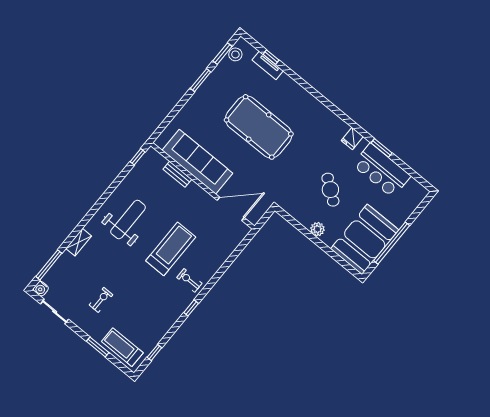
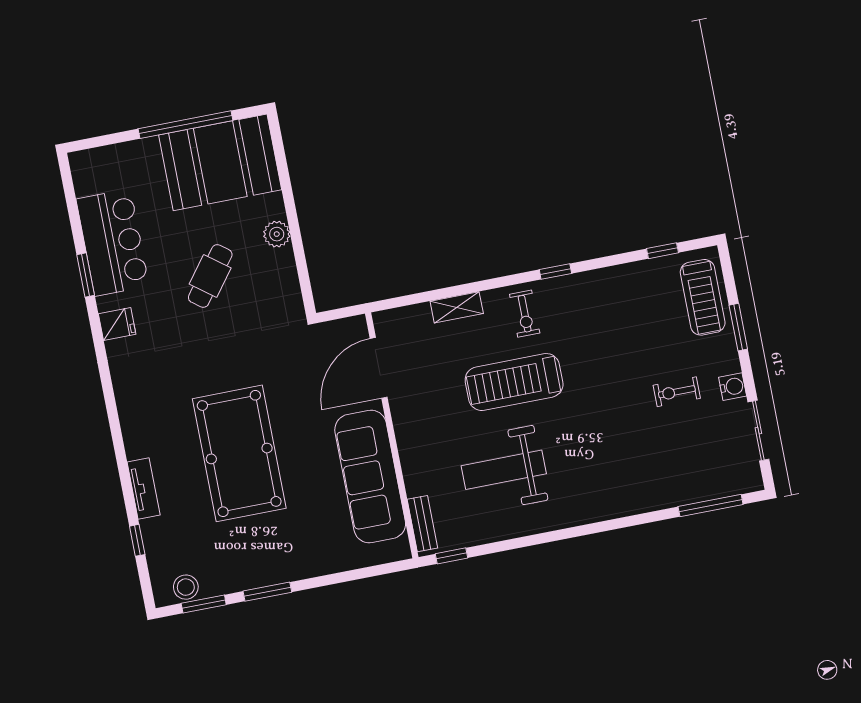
tv unit: (268, 65) -> (144, 488), moved
bench: (177, 174) -> (422, 524), moved
door: (231, 209) -> (379, 368), hinge flipped
weight bench: (128, 219) -> (504, 470), moved
shelving: (79, 242) -> (457, 307), moved
water cooler: (41, 289) -> (733, 387), moved

